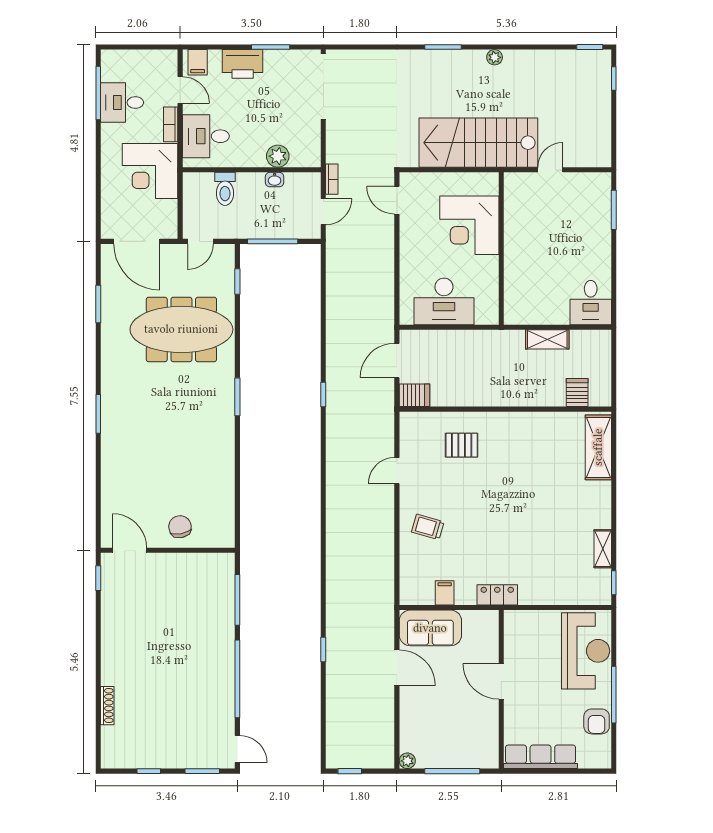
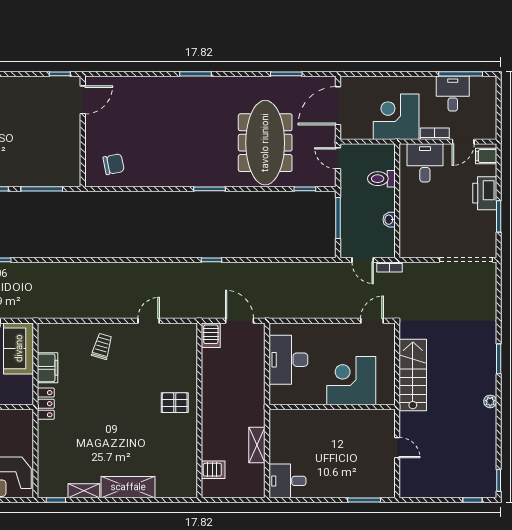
stairs: (478, 143) -> (413, 375), width x0.73, depth x0.66
plant: (278, 156) -> (408, 222), removed
pallet: (462, 445) -> (175, 403), moved, turned 90
shelving: (598, 447) -> (128, 487), moved
door: (397, 471) -> (149, 321), hinge flipped
chair: (180, 527) -> (114, 164), moved
filing cabinet: (445, 593) -> (48, 368), width x2.00

